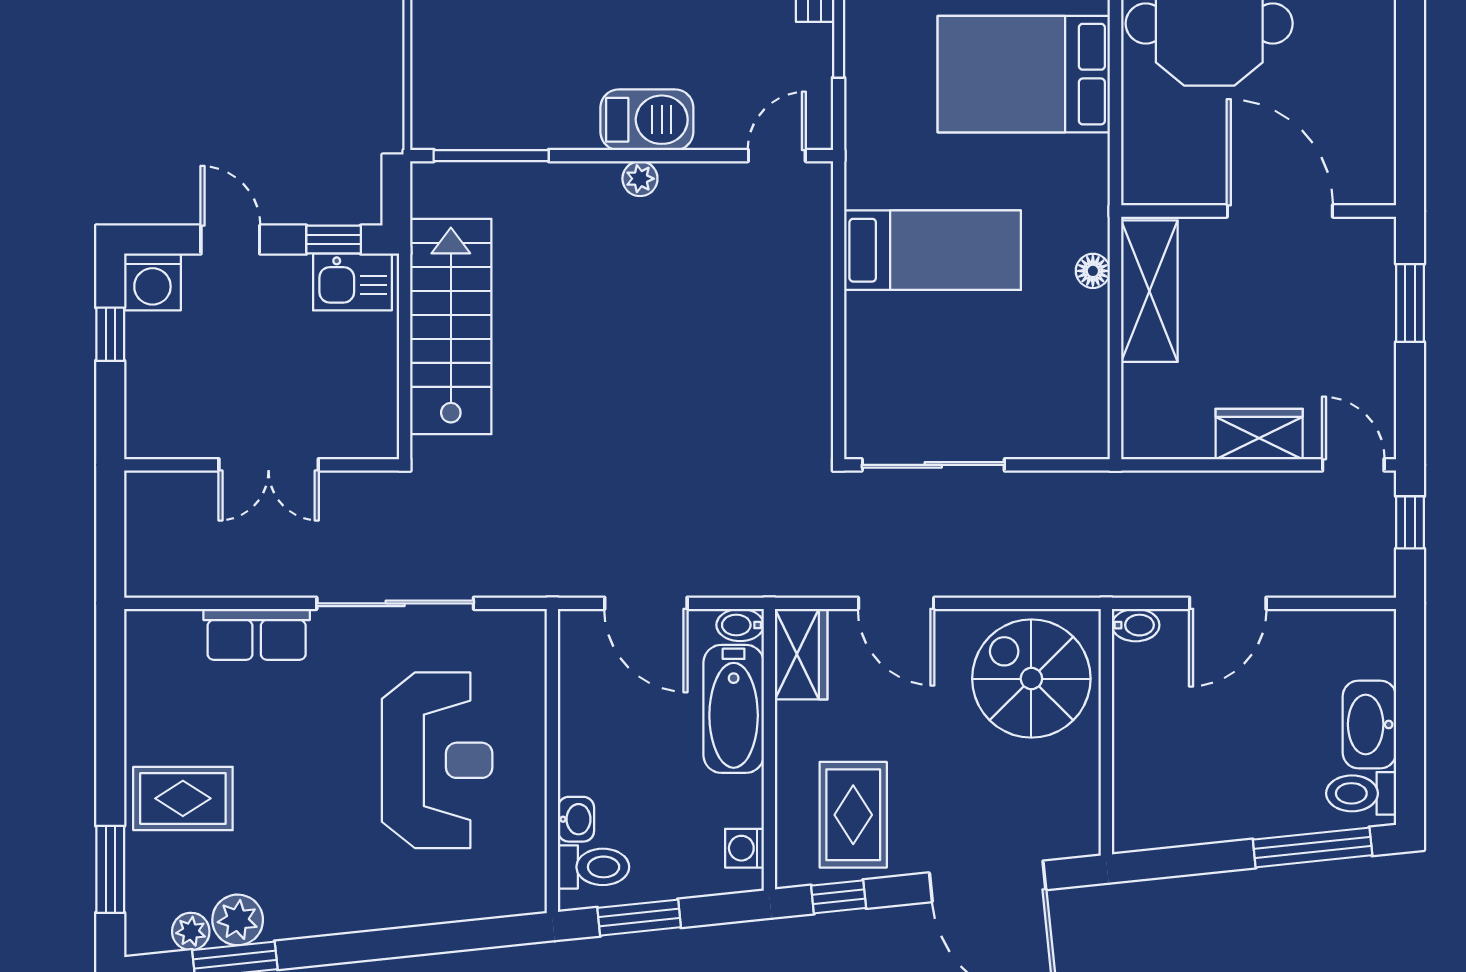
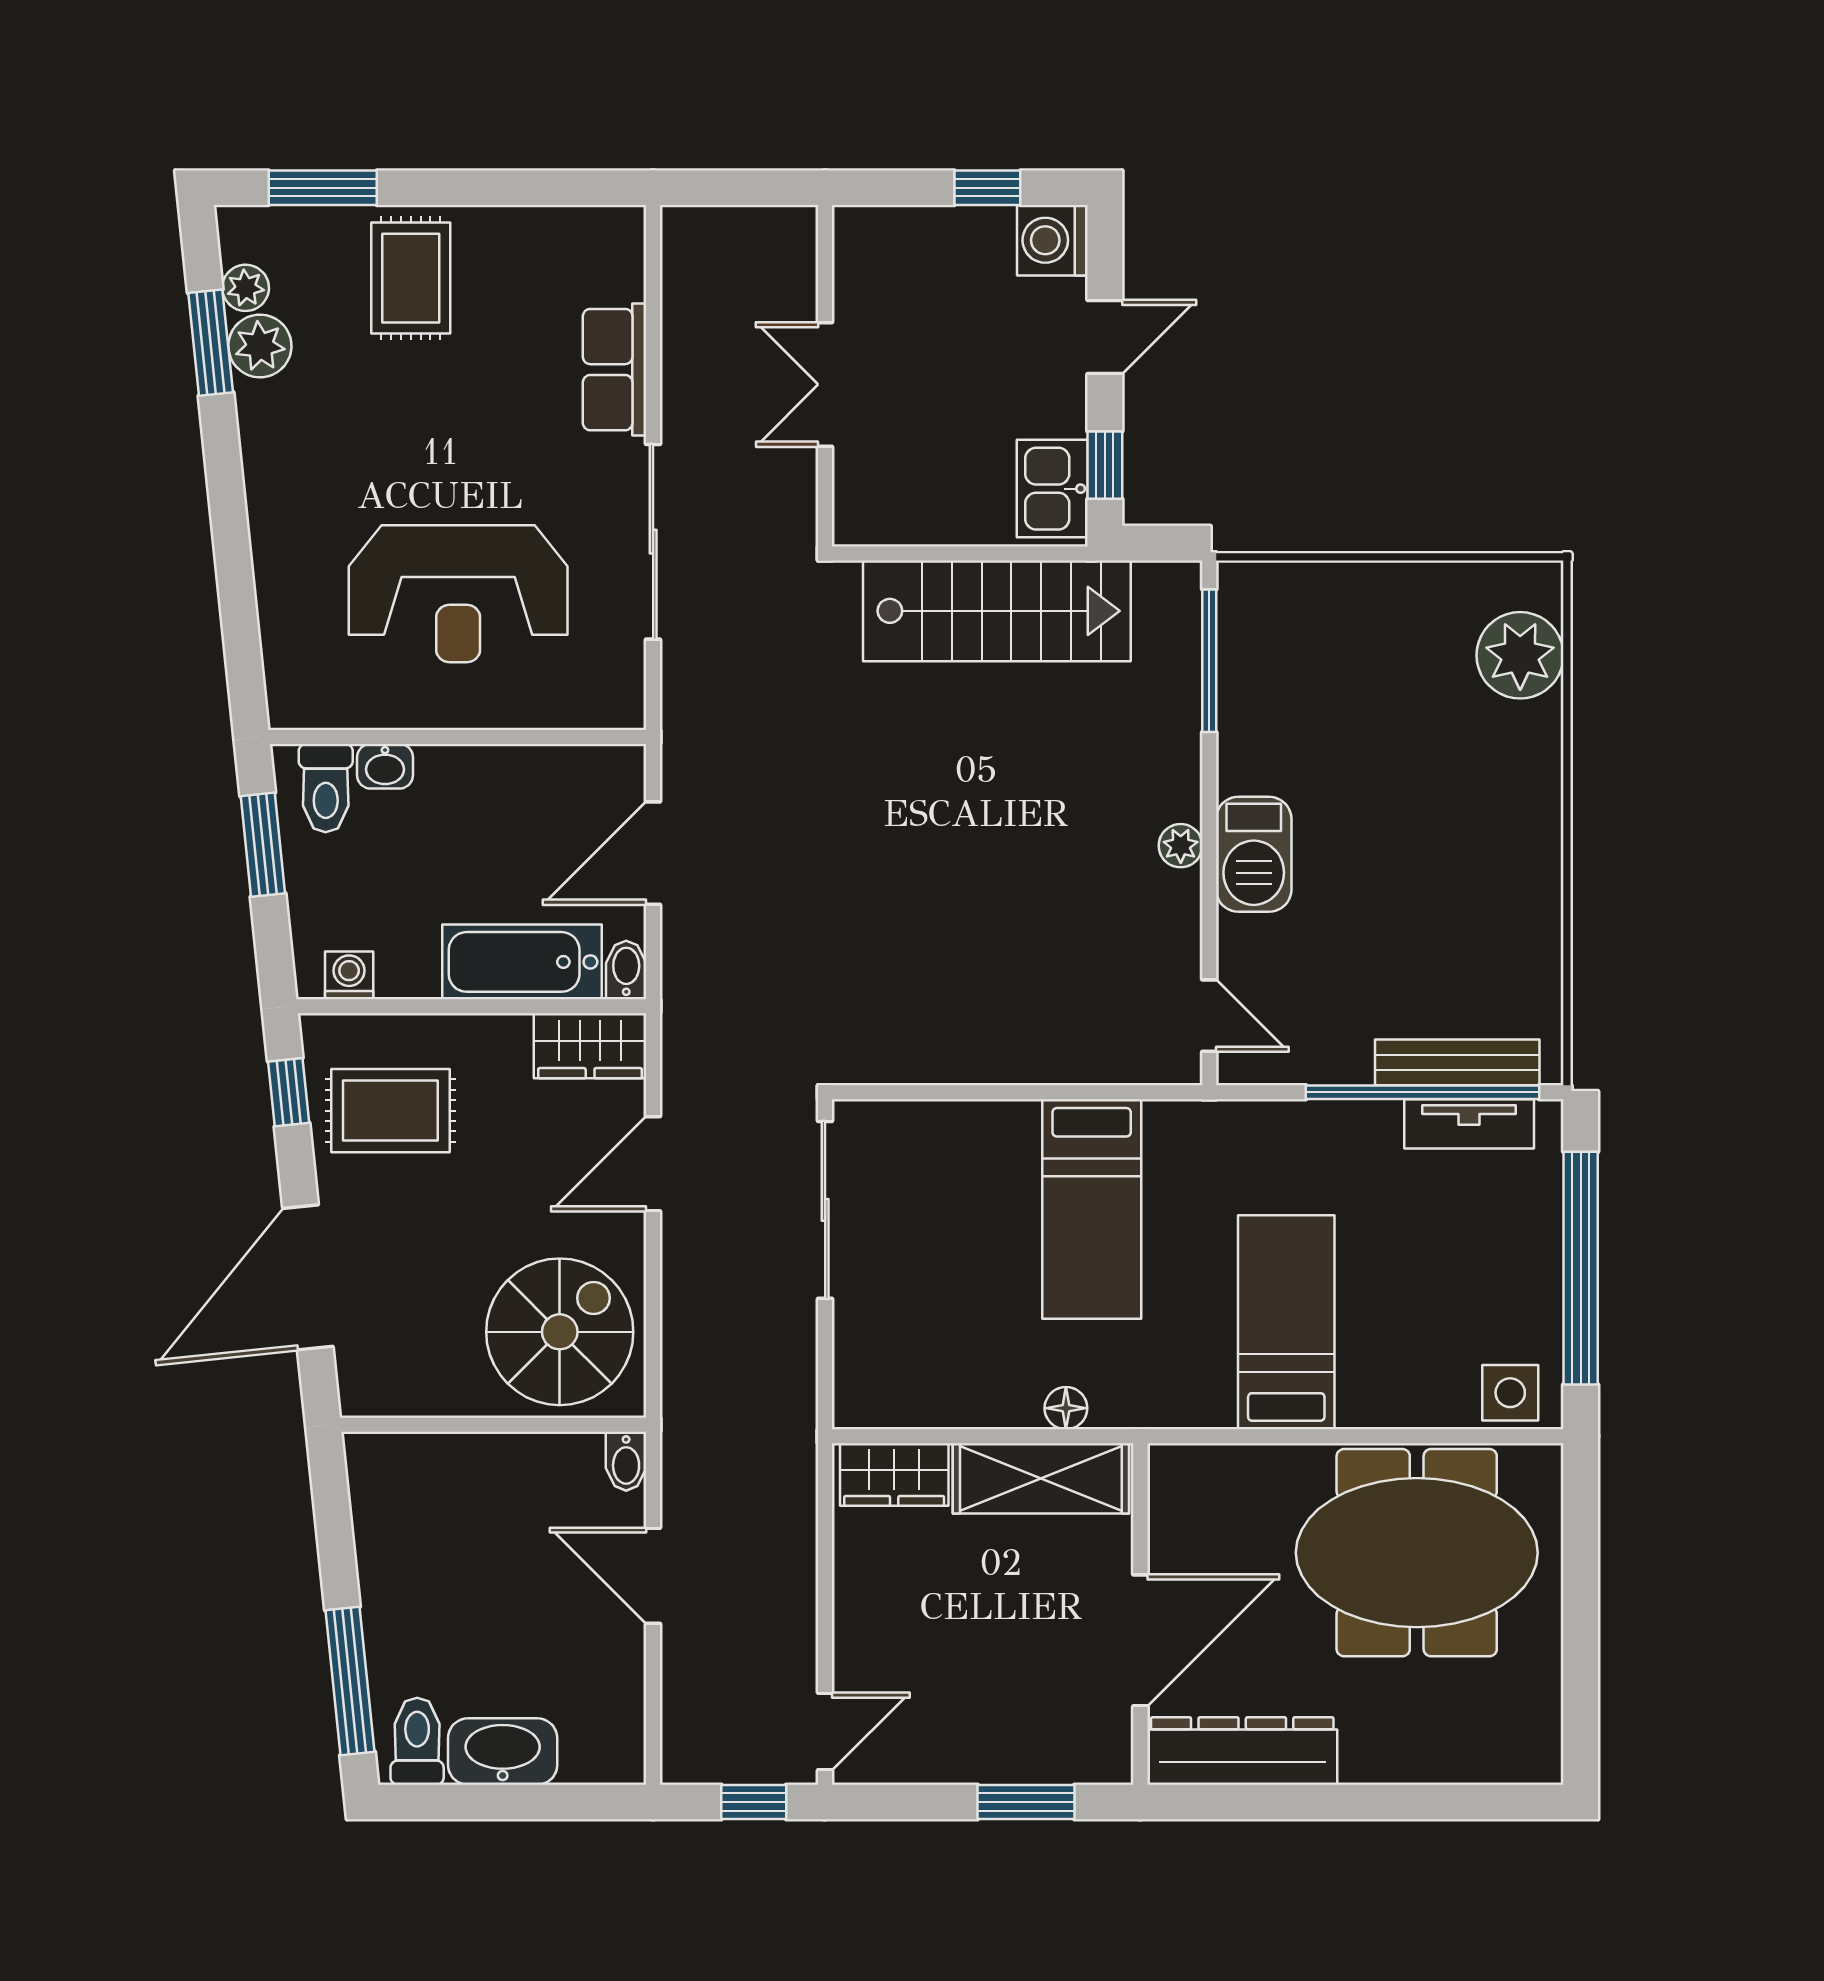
bed: (1024, 74) -> (1286, 1322), width x0.67
dresser: (1369, 129) -> (1242, 1751), added
wardrobe: (1259, 434) -> (894, 1475), moved, turned 90

